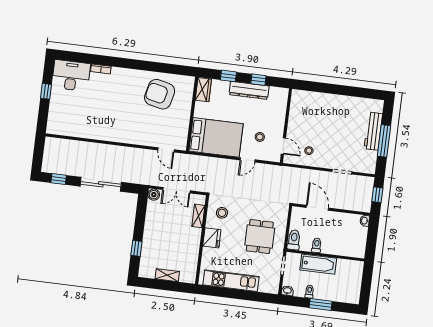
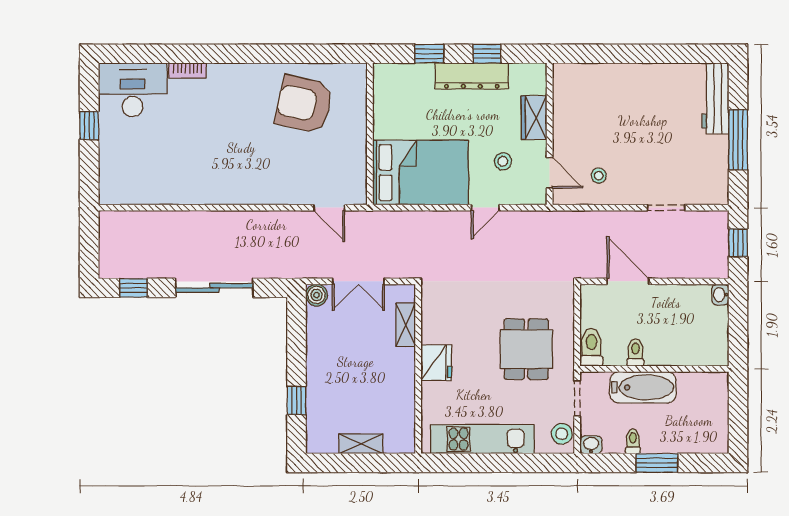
wardrobe: (203, 90) -> (534, 118), moved, turned 180
workbench: (373, 131) -> (716, 98), moved
stool: (222, 213) -> (562, 434), moved

